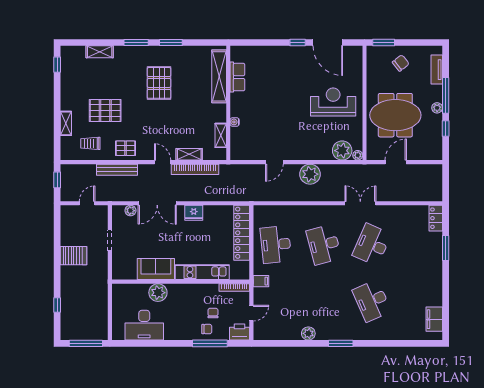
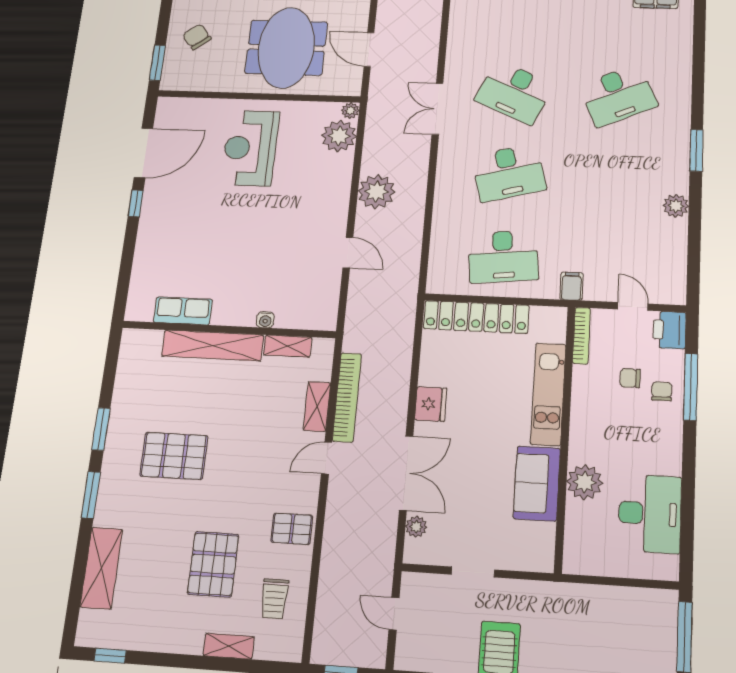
shelving: (100, 52) -> (101, 568), width x1.50, depth x1.33
shelving: (219, 76) -> (213, 345), moved
pallet: (125, 148) -> (292, 529), turned 90
bench: (117, 170) -> (332, 548), removed

